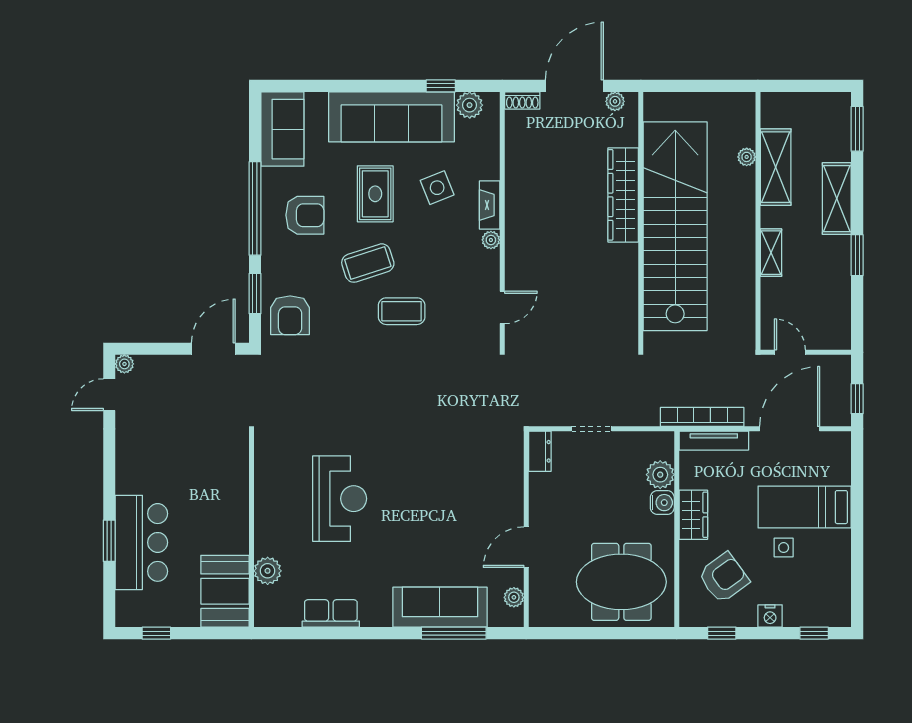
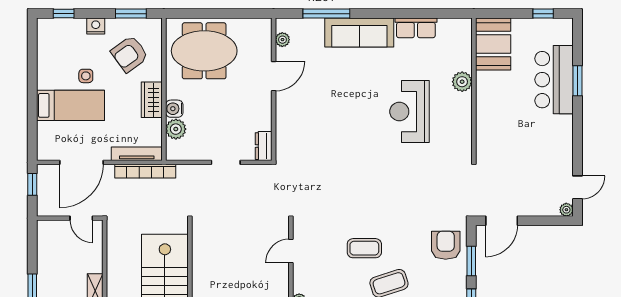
plant: (268, 571) -> (462, 82), moved
sofa: (440, 607) -> (359, 32), moved
window: (722, 633) -> (131, 14), width x1.50

